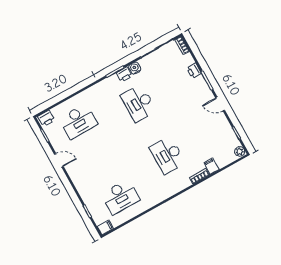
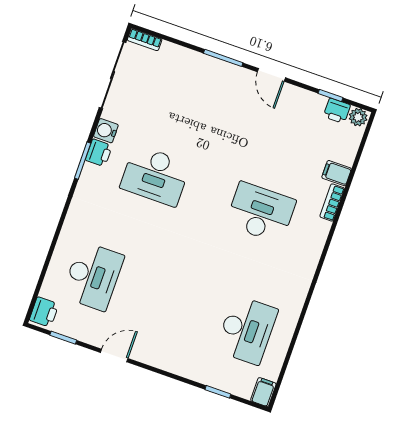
printer: (194, 71) -> (337, 111), moved
door: (220, 104) -> (271, 75), hinge flipped
desk: (167, 155) -> (261, 213), turned 180

